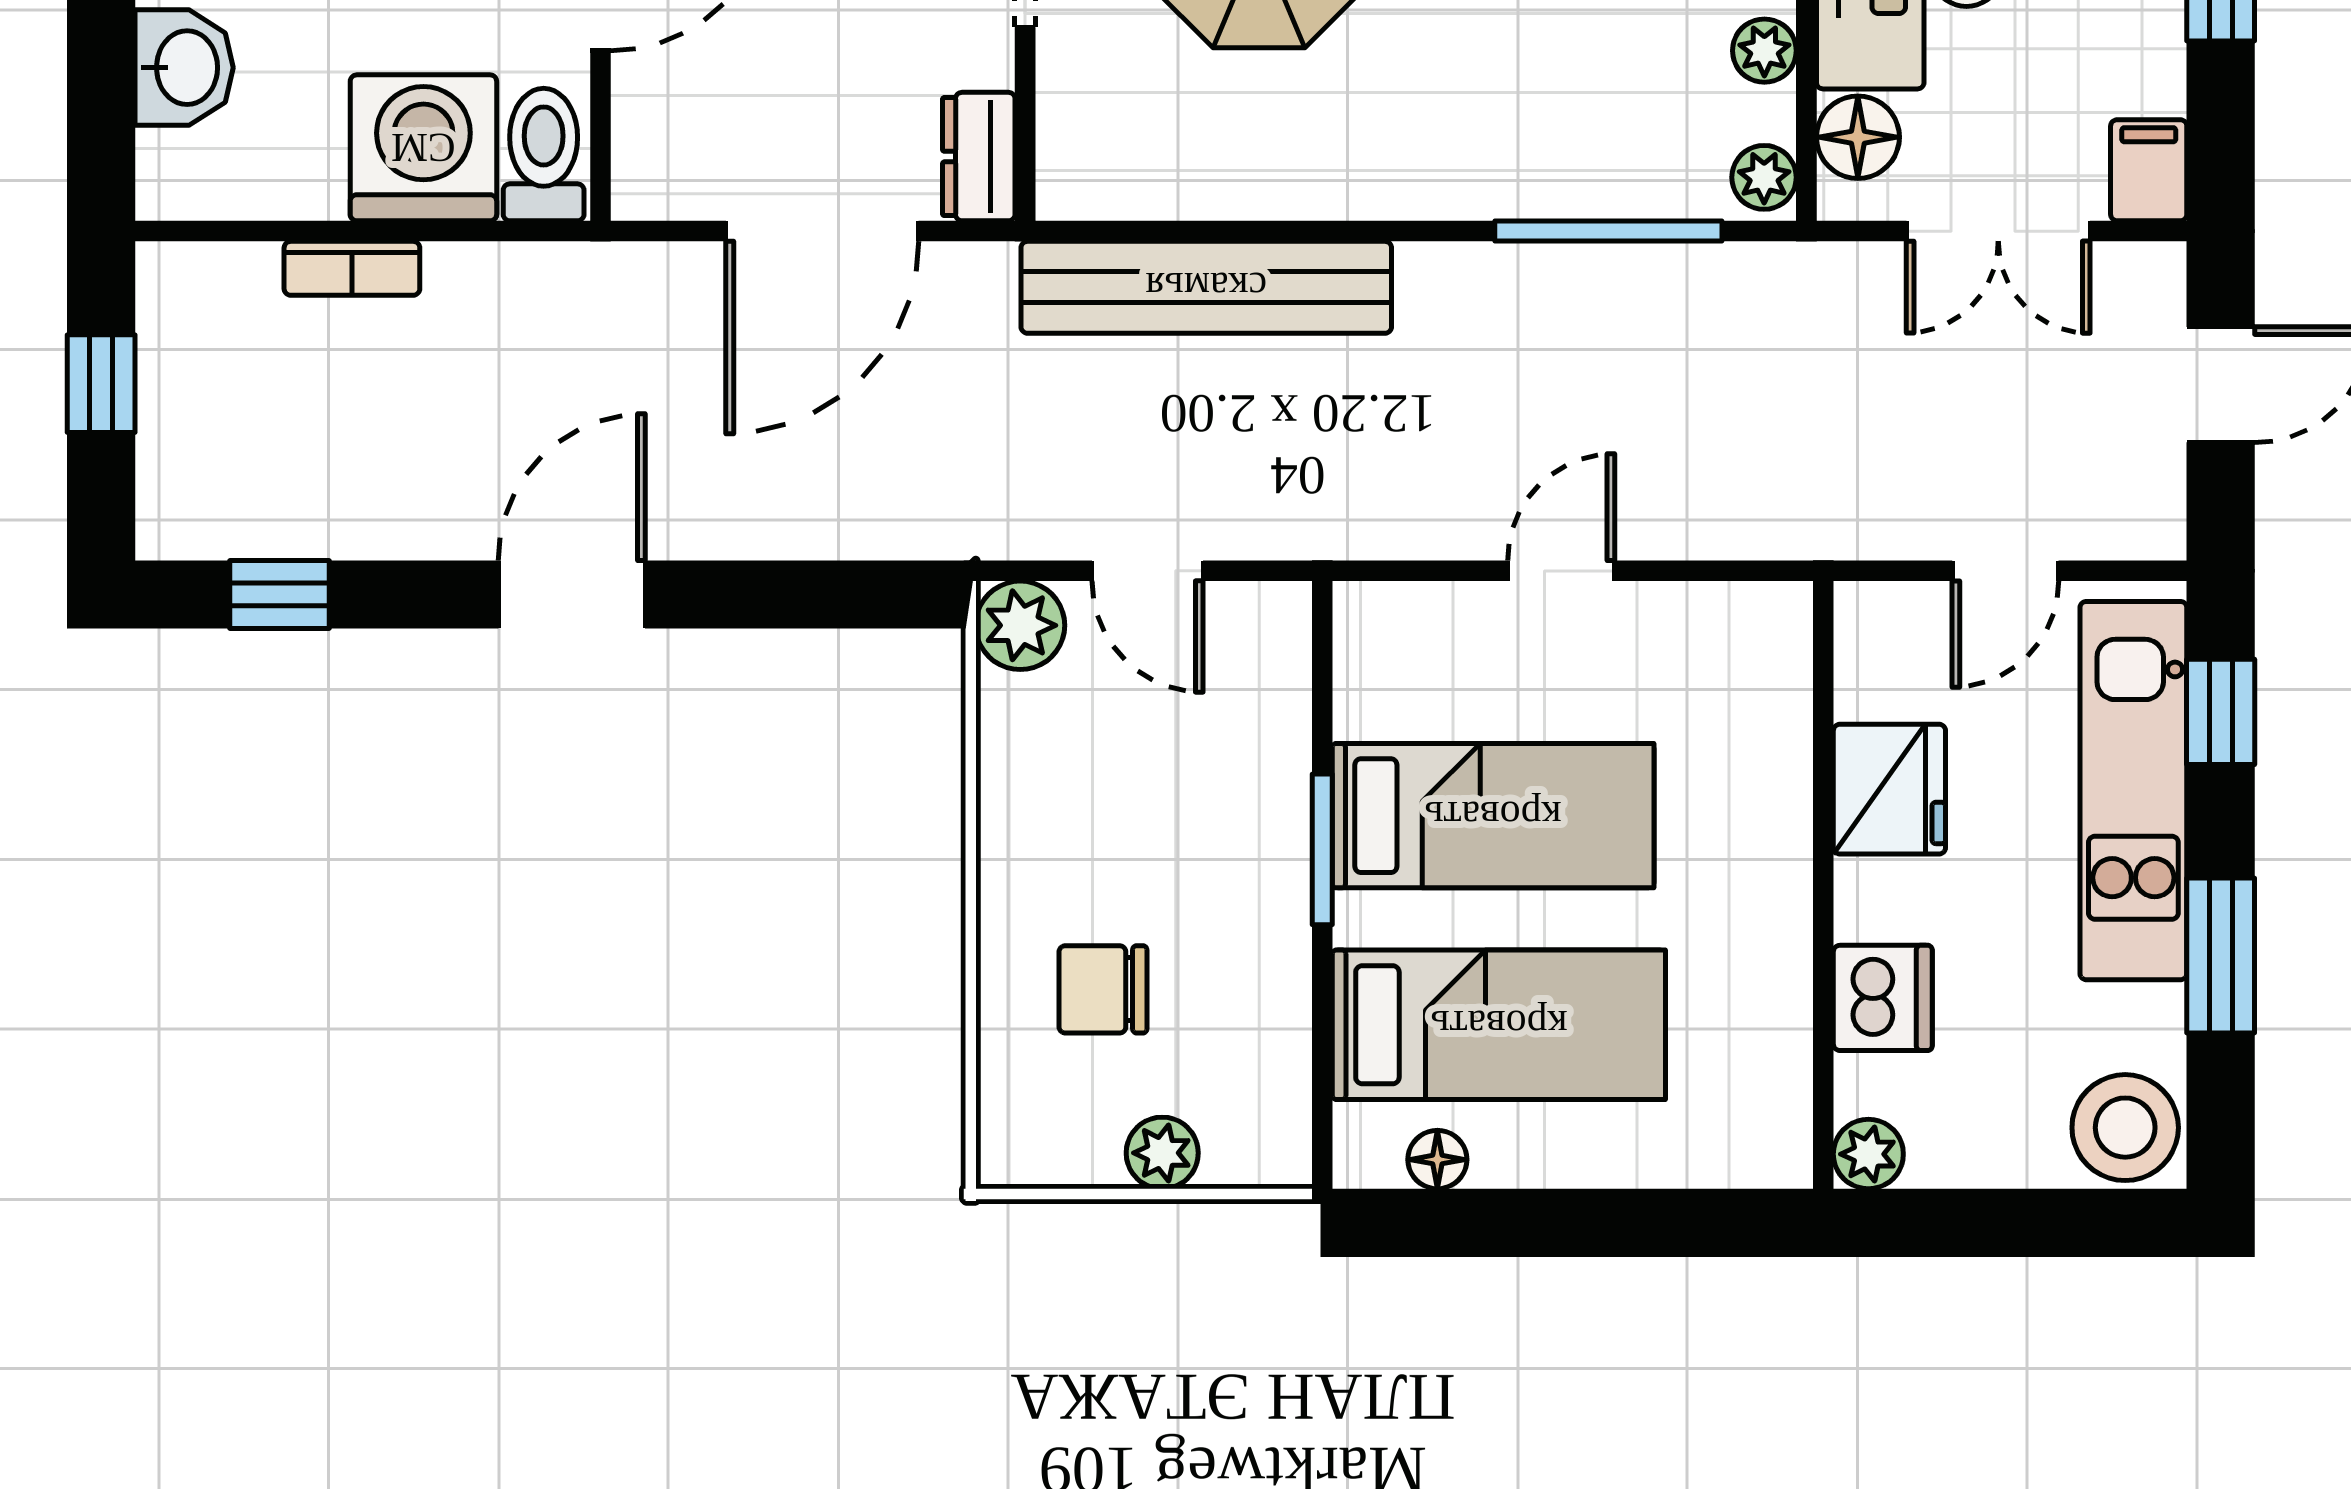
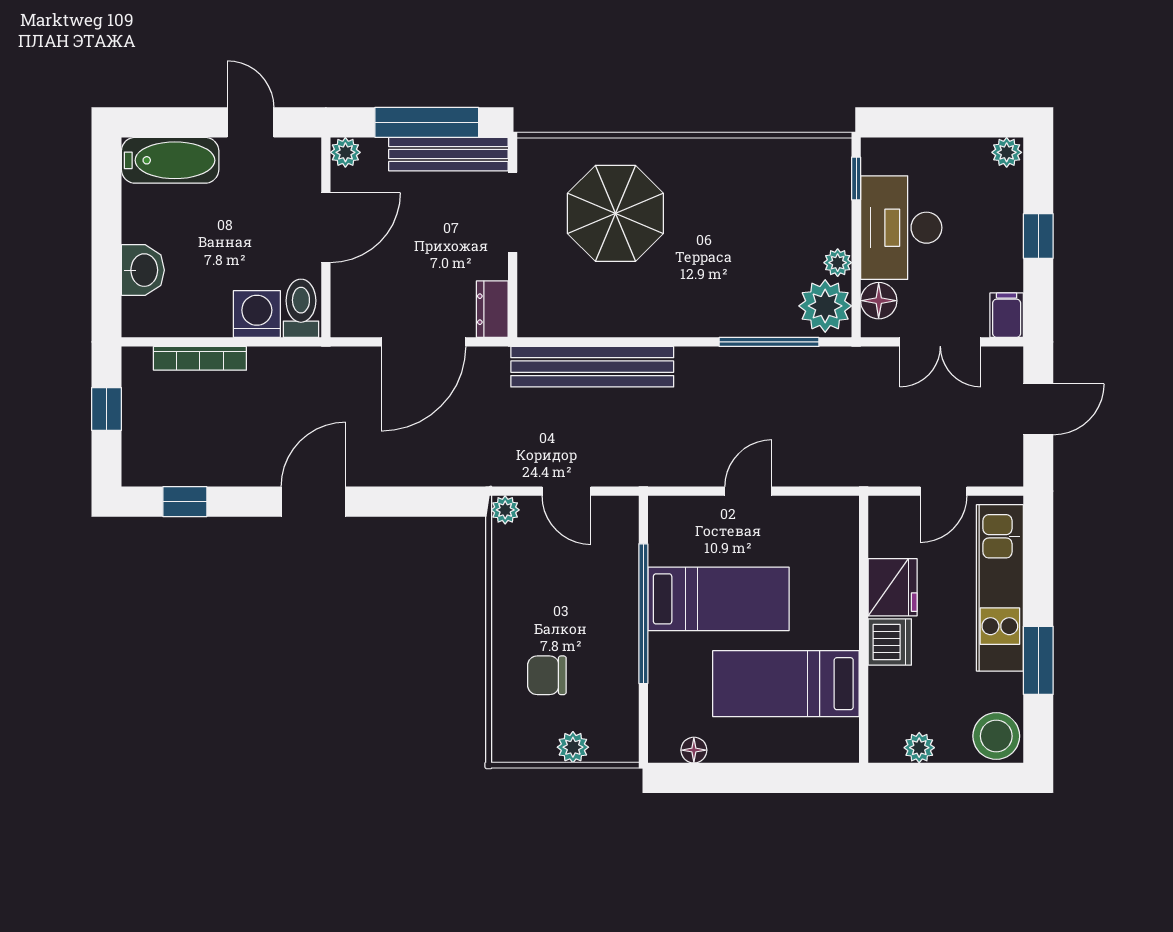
washing machine: (423, 148) -> (257, 314), width x0.73, depth x0.73
plant: (1764, 177) -> (825, 306), width x1.88, depth x1.88
bookcase: (352, 268) -> (200, 358), width x1.56
plant: (1020, 625) -> (505, 510), width x0.73, depth x0.73
window: (2221, 712) -> (1038, 553), removed
window: (1322, 849) -> (643, 614), width x2.11
dishwasher: (1883, 998) -> (890, 642), moved
bed: (1499, 1025) -> (786, 684), moved, turned 180
plant: (1868, 1154) -> (919, 748), moved

